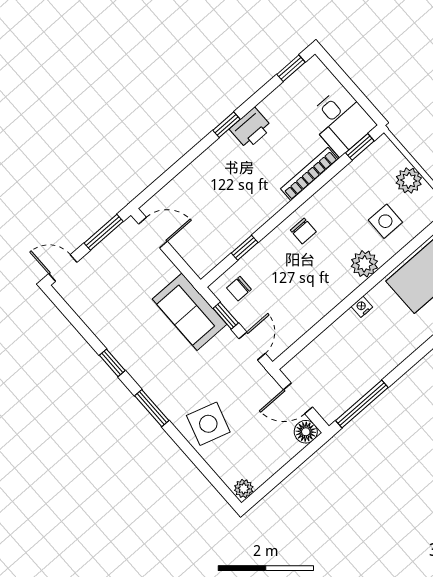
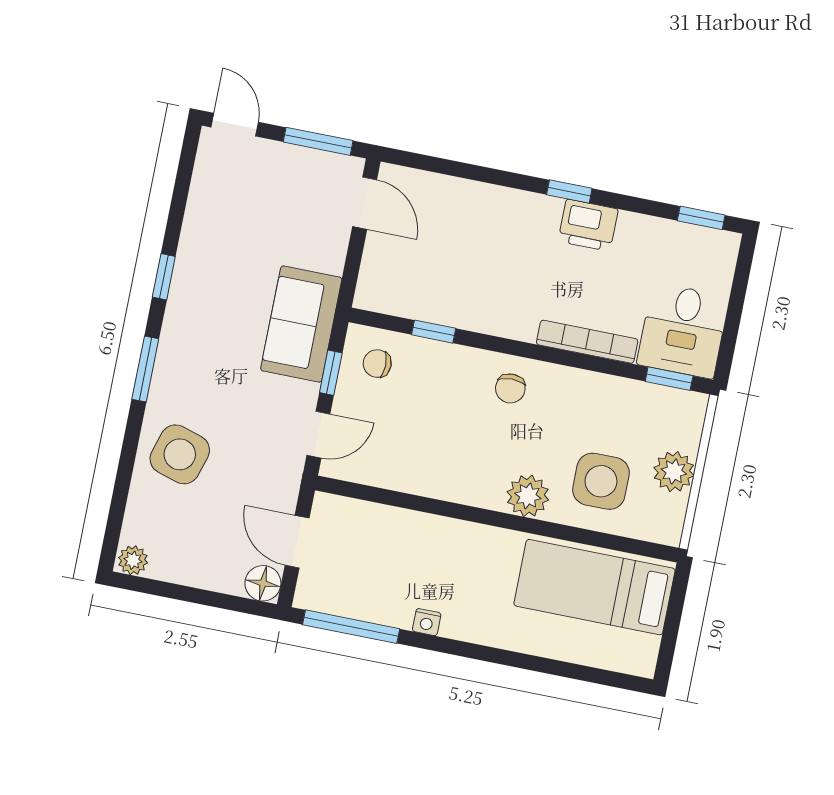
side table: (385, 221) -> (601, 481), width x1.37, depth x1.37
nightstand: (362, 307) -> (427, 622), moved, turned 180

